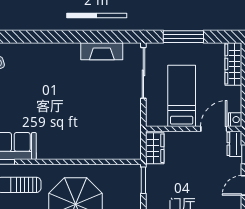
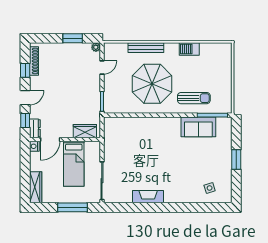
fireplace: (102, 51) -> (148, 197), moved
wardrobe: (155, 148) -> (85, 131), moved, turned 90

